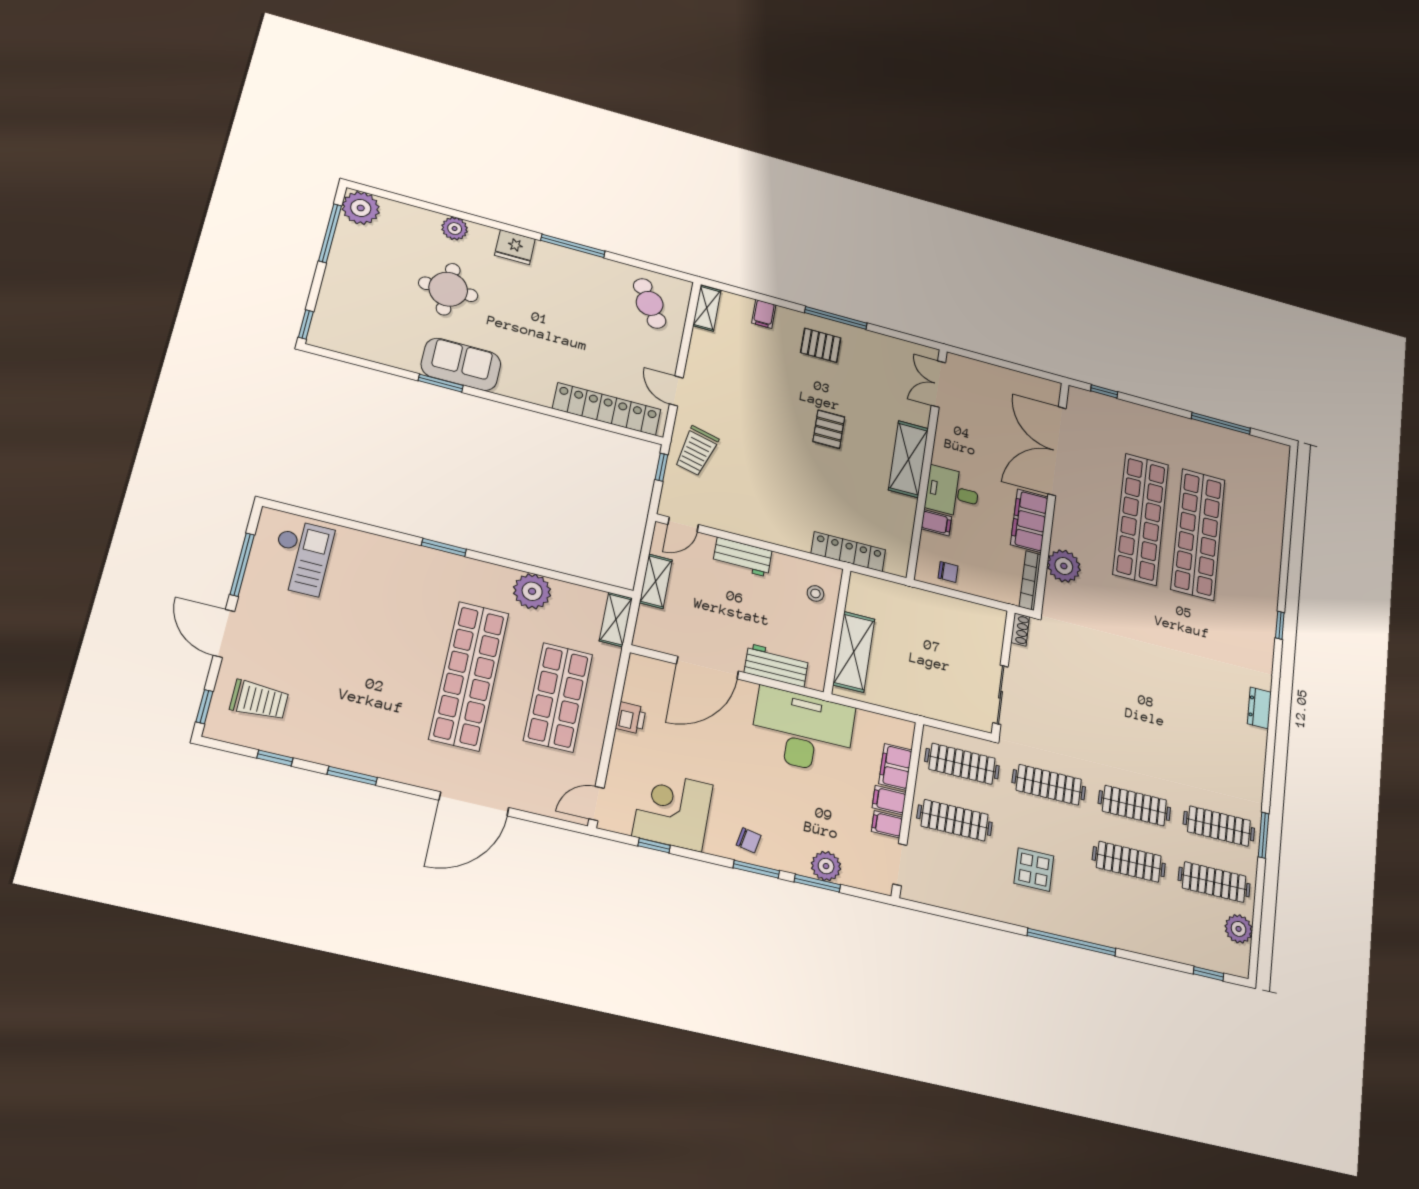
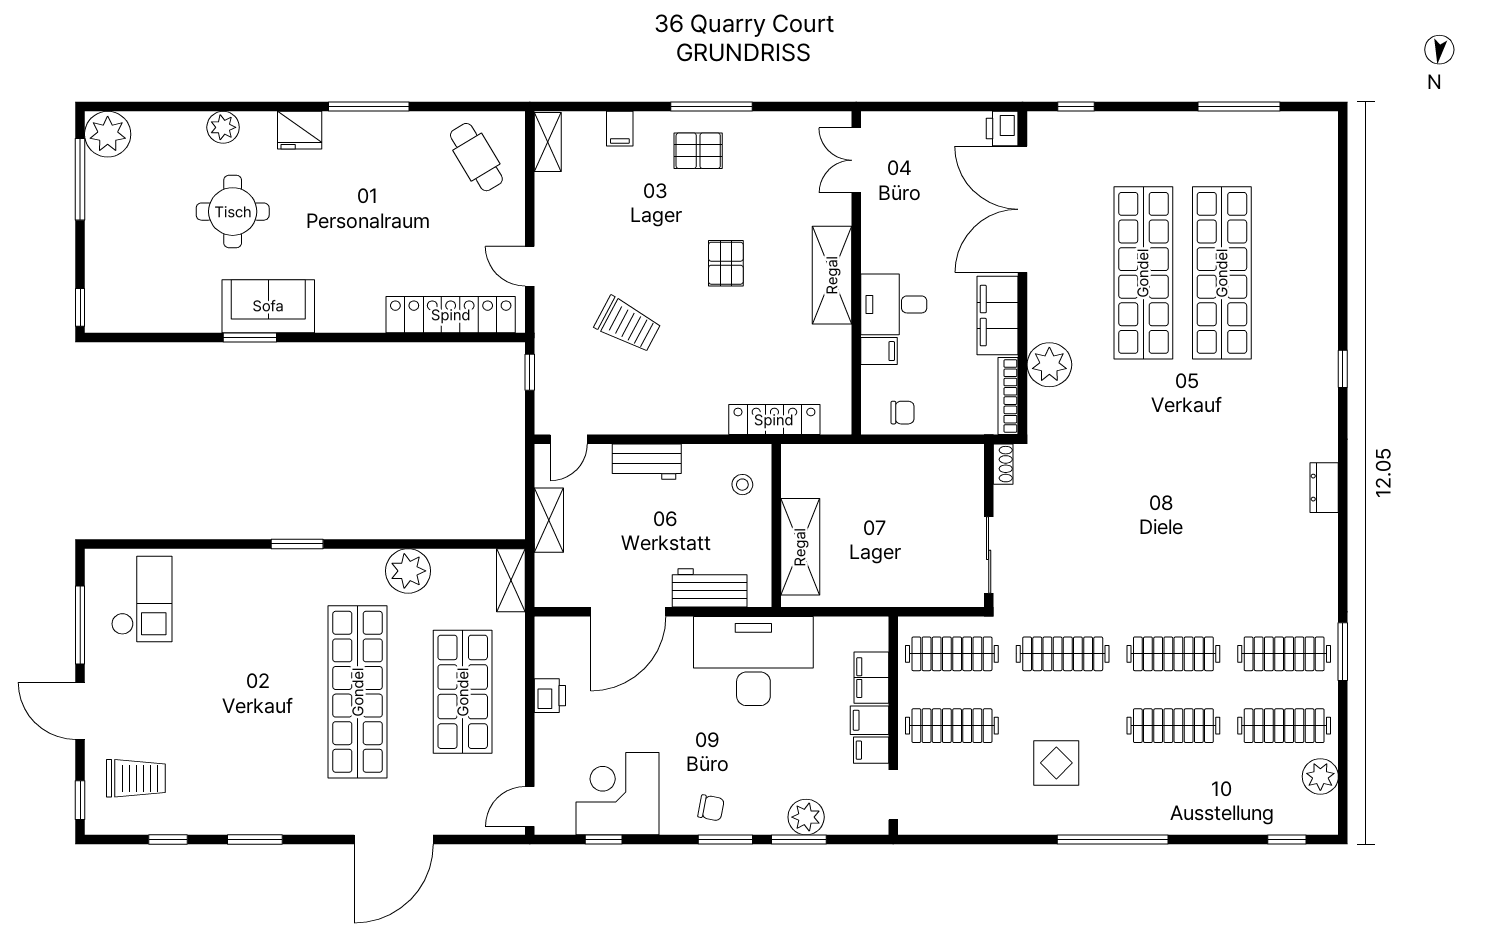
printer: (1049, 392) -> (1002, 129), added
trolley: (697, 451) -> (628, 325), moved, turned -76

